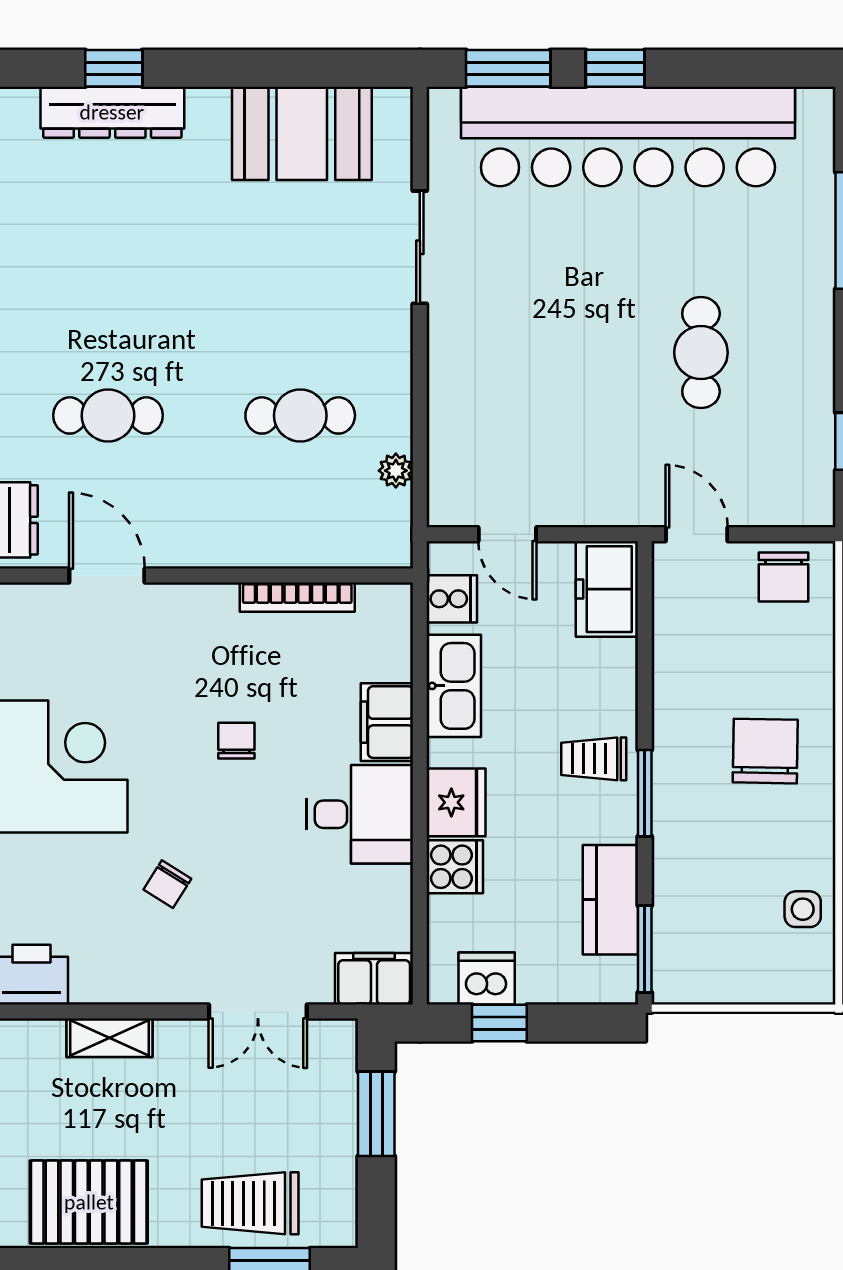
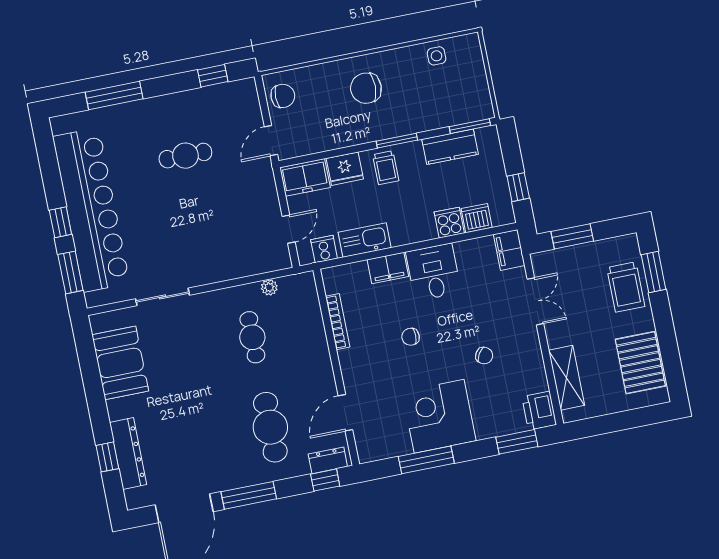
cafe table: (108, 415) -> (270, 427), width x1.37, depth x1.35
fridge: (456, 802) -> (345, 169), moved, turned 180
dishwasher: (487, 979) -> (477, 218), moved, turned 90
shelving: (110, 1038) -> (567, 378), width x1.50, depth x1.33

